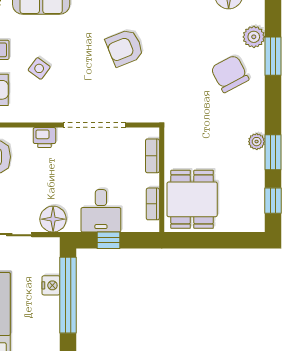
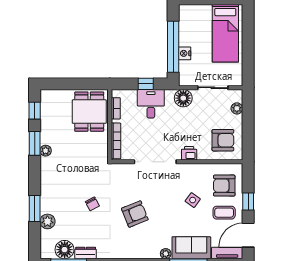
chair: (230, 74) -> (92, 204), moved, width x0.54, depth x0.54
bookcase: (152, 156) -> (116, 141), width x1.56

